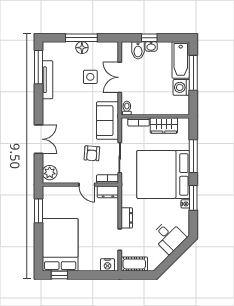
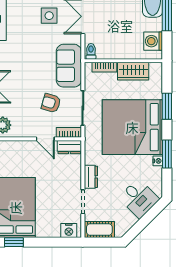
washing machine: (181, 87) -> (153, 41), moved
armchair: (92, 153) -> (51, 103), turned 102
window: (193, 156) -> (167, 106), width x0.69

